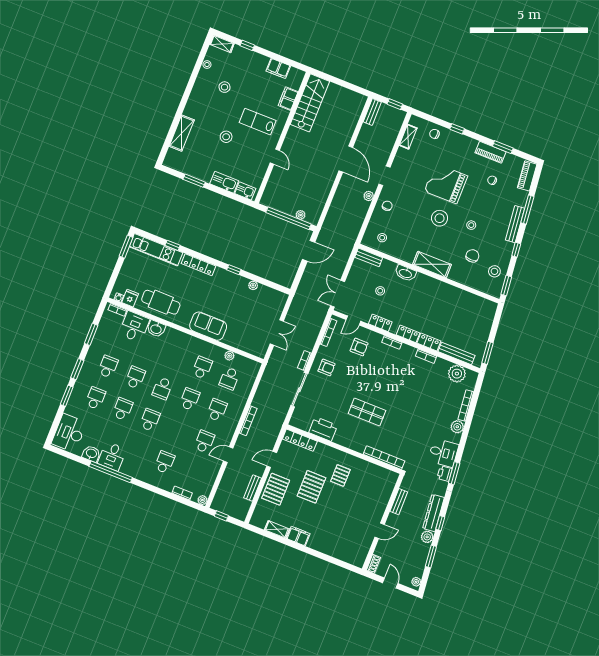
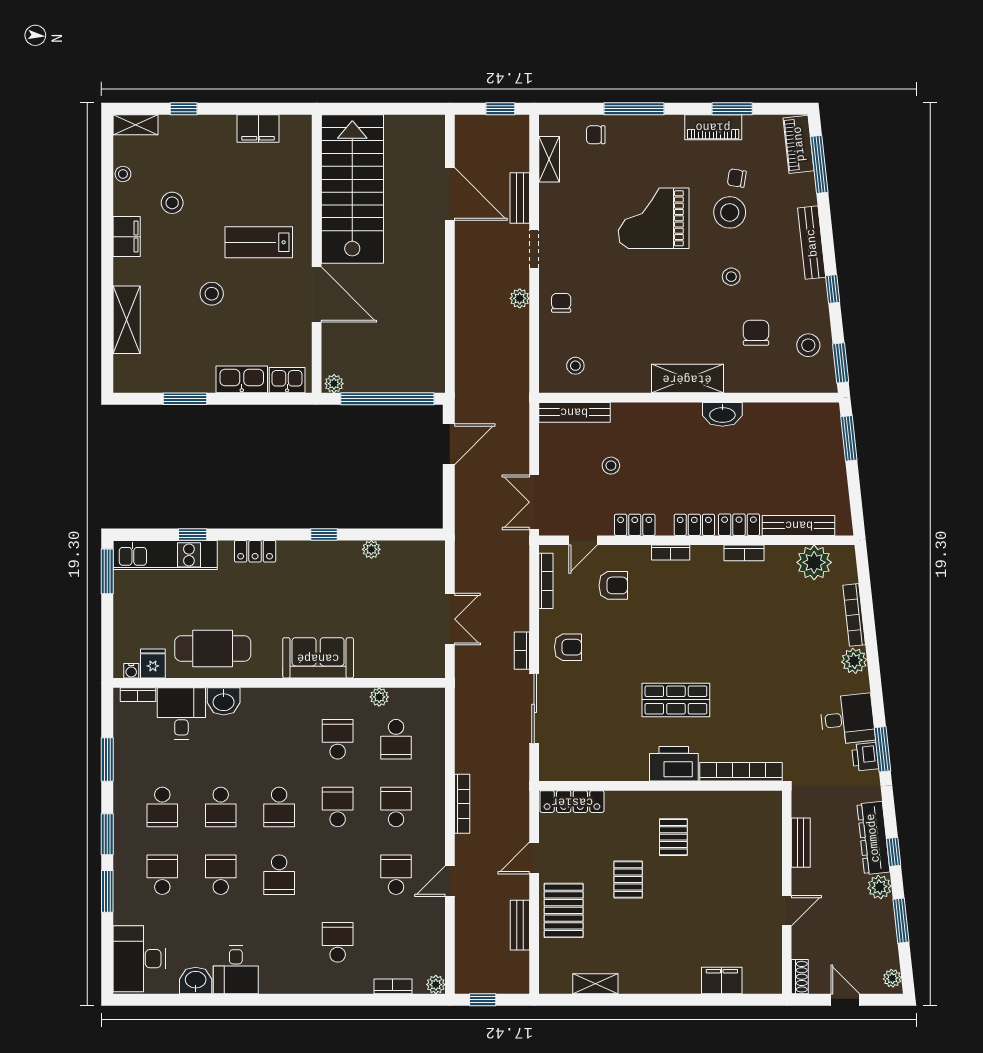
filing cabinet: (288, 99) -> (127, 237), moved, turned 180
stairs: (310, 103) -> (352, 189), width x1.36, depth x1.51
bench: (372, 112) -> (520, 198), moved
window: (457, 129) -> (634, 109), width x2.17
door: (275, 157) -> (317, 295), width x1.88
door: (346, 159) -> (450, 194), moved
window: (527, 210) -> (819, 164), moved
plant: (301, 215) -> (334, 384), moved
stool: (440, 218) -> (730, 212), moved
bench: (369, 257) -> (574, 412), width x1.36
locker: (199, 265) -> (255, 551), width x0.66
washbasin: (405, 273) -> (722, 414), moved
window: (488, 353) -> (849, 438), moved
school desk: (108, 367) -> (162, 807), turned 180
school desk: (135, 377) -> (221, 807), turned 180
school desk: (150, 420) -> (279, 875), turned 180
printer: (323, 429) -> (674, 764), moved
window: (111, 472) -> (245, 1000), removed
pallet: (311, 487) -> (628, 880), width x0.67, depth x0.71
filing cabinet: (298, 536) -> (722, 981), moved

